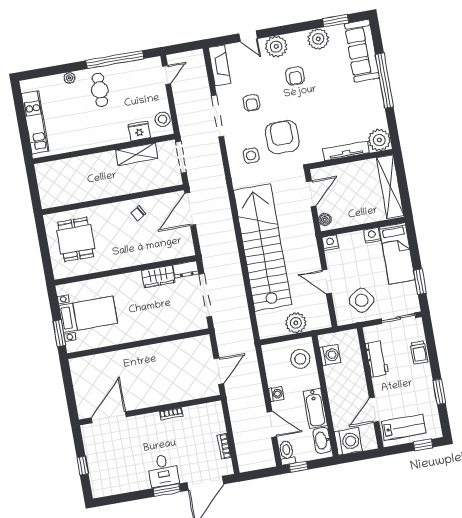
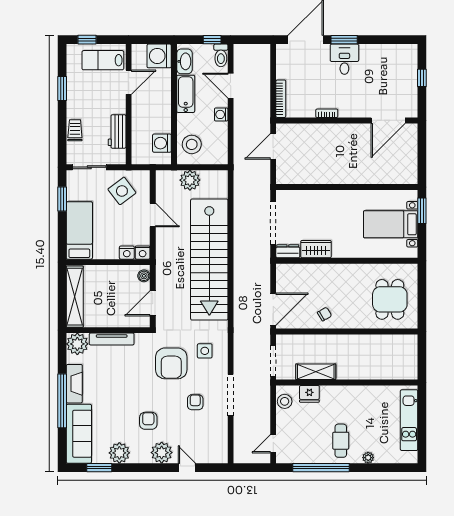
fireplace: (220, 65) -> (74, 384), moved, turned 180
nightstand: (372, 235) -> (127, 253), moved
bookcase: (224, 446) -> (281, 99), moved, width x1.56

